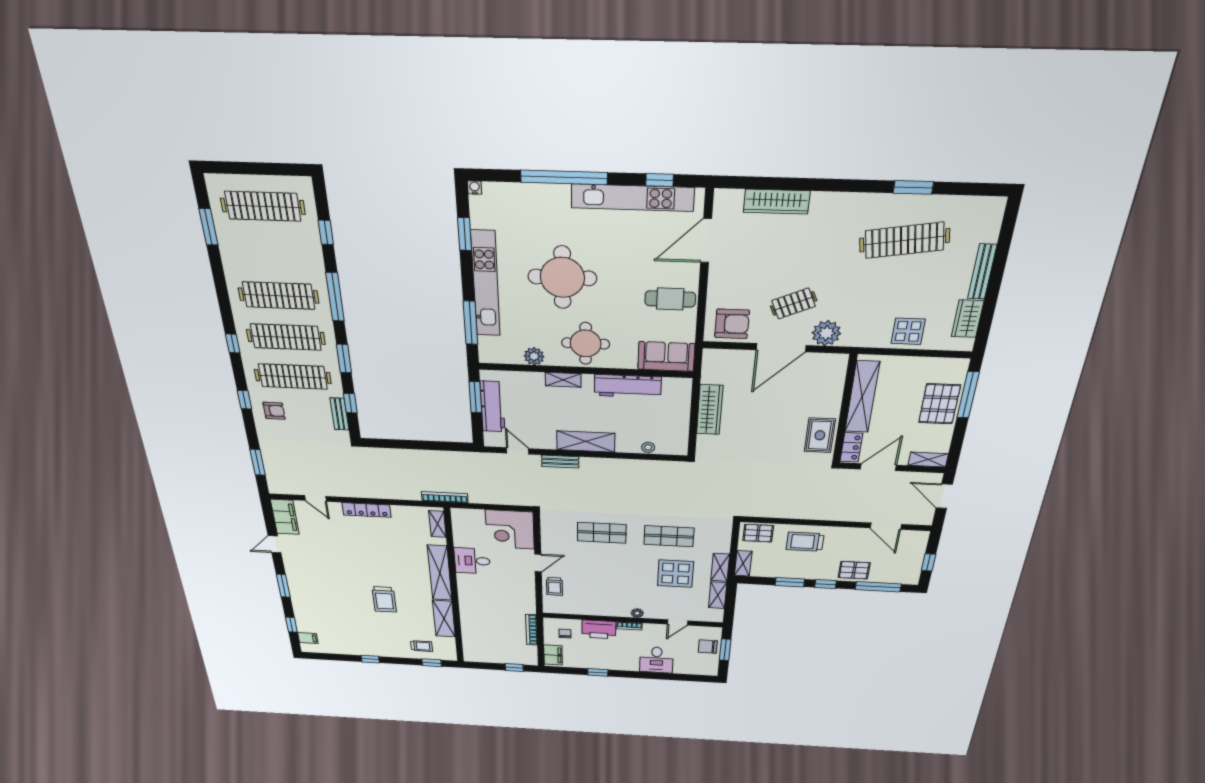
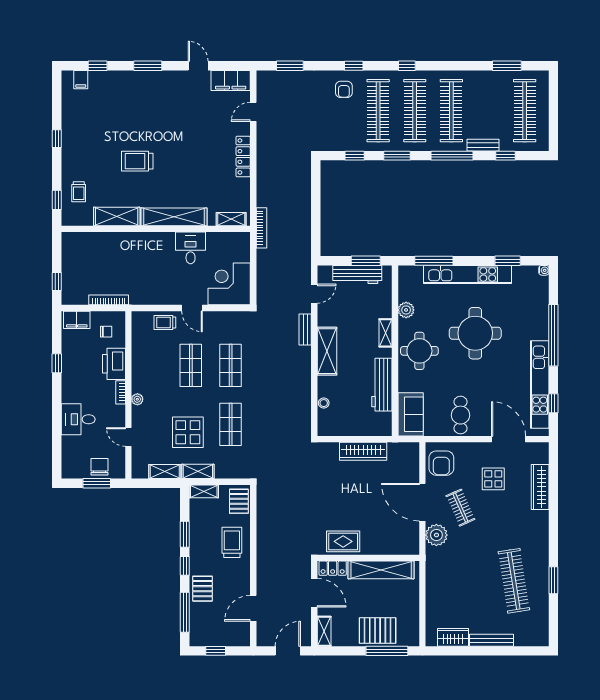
display table: (908, 331) -> (493, 479), moved
bench: (339, 414) -> (483, 145), moved
shop shelf: (601, 567) -> (191, 365), added

